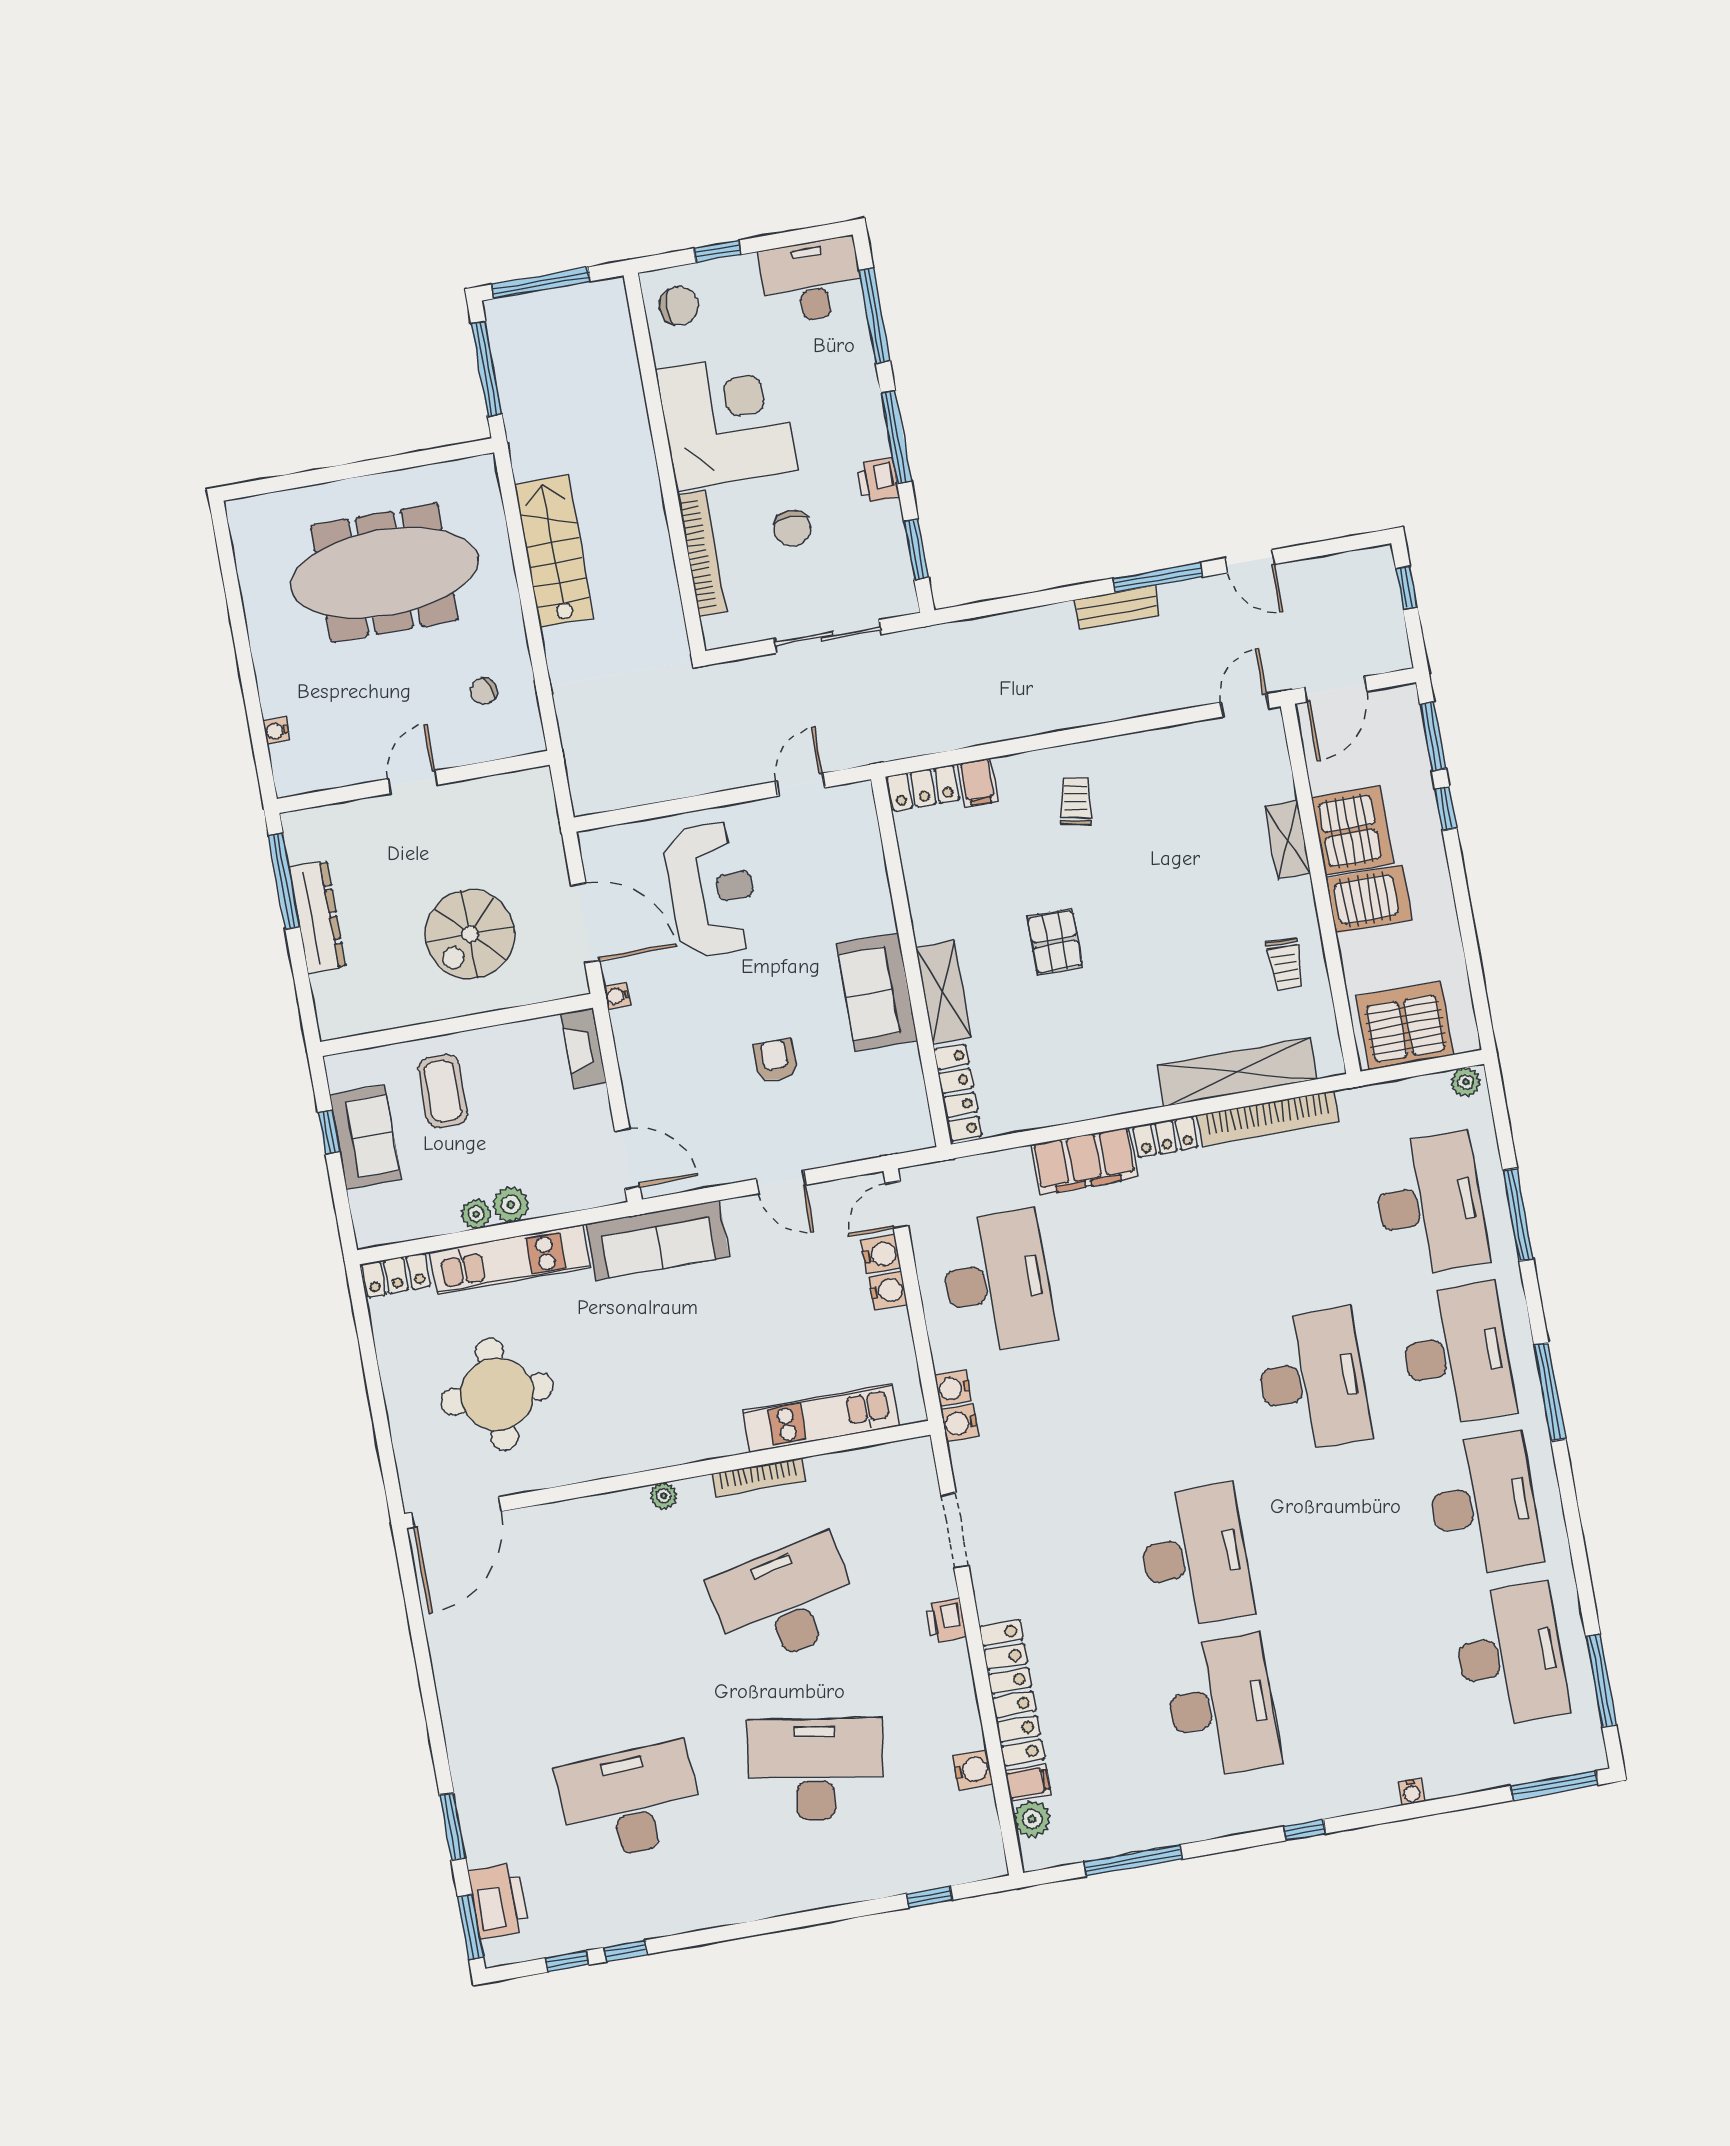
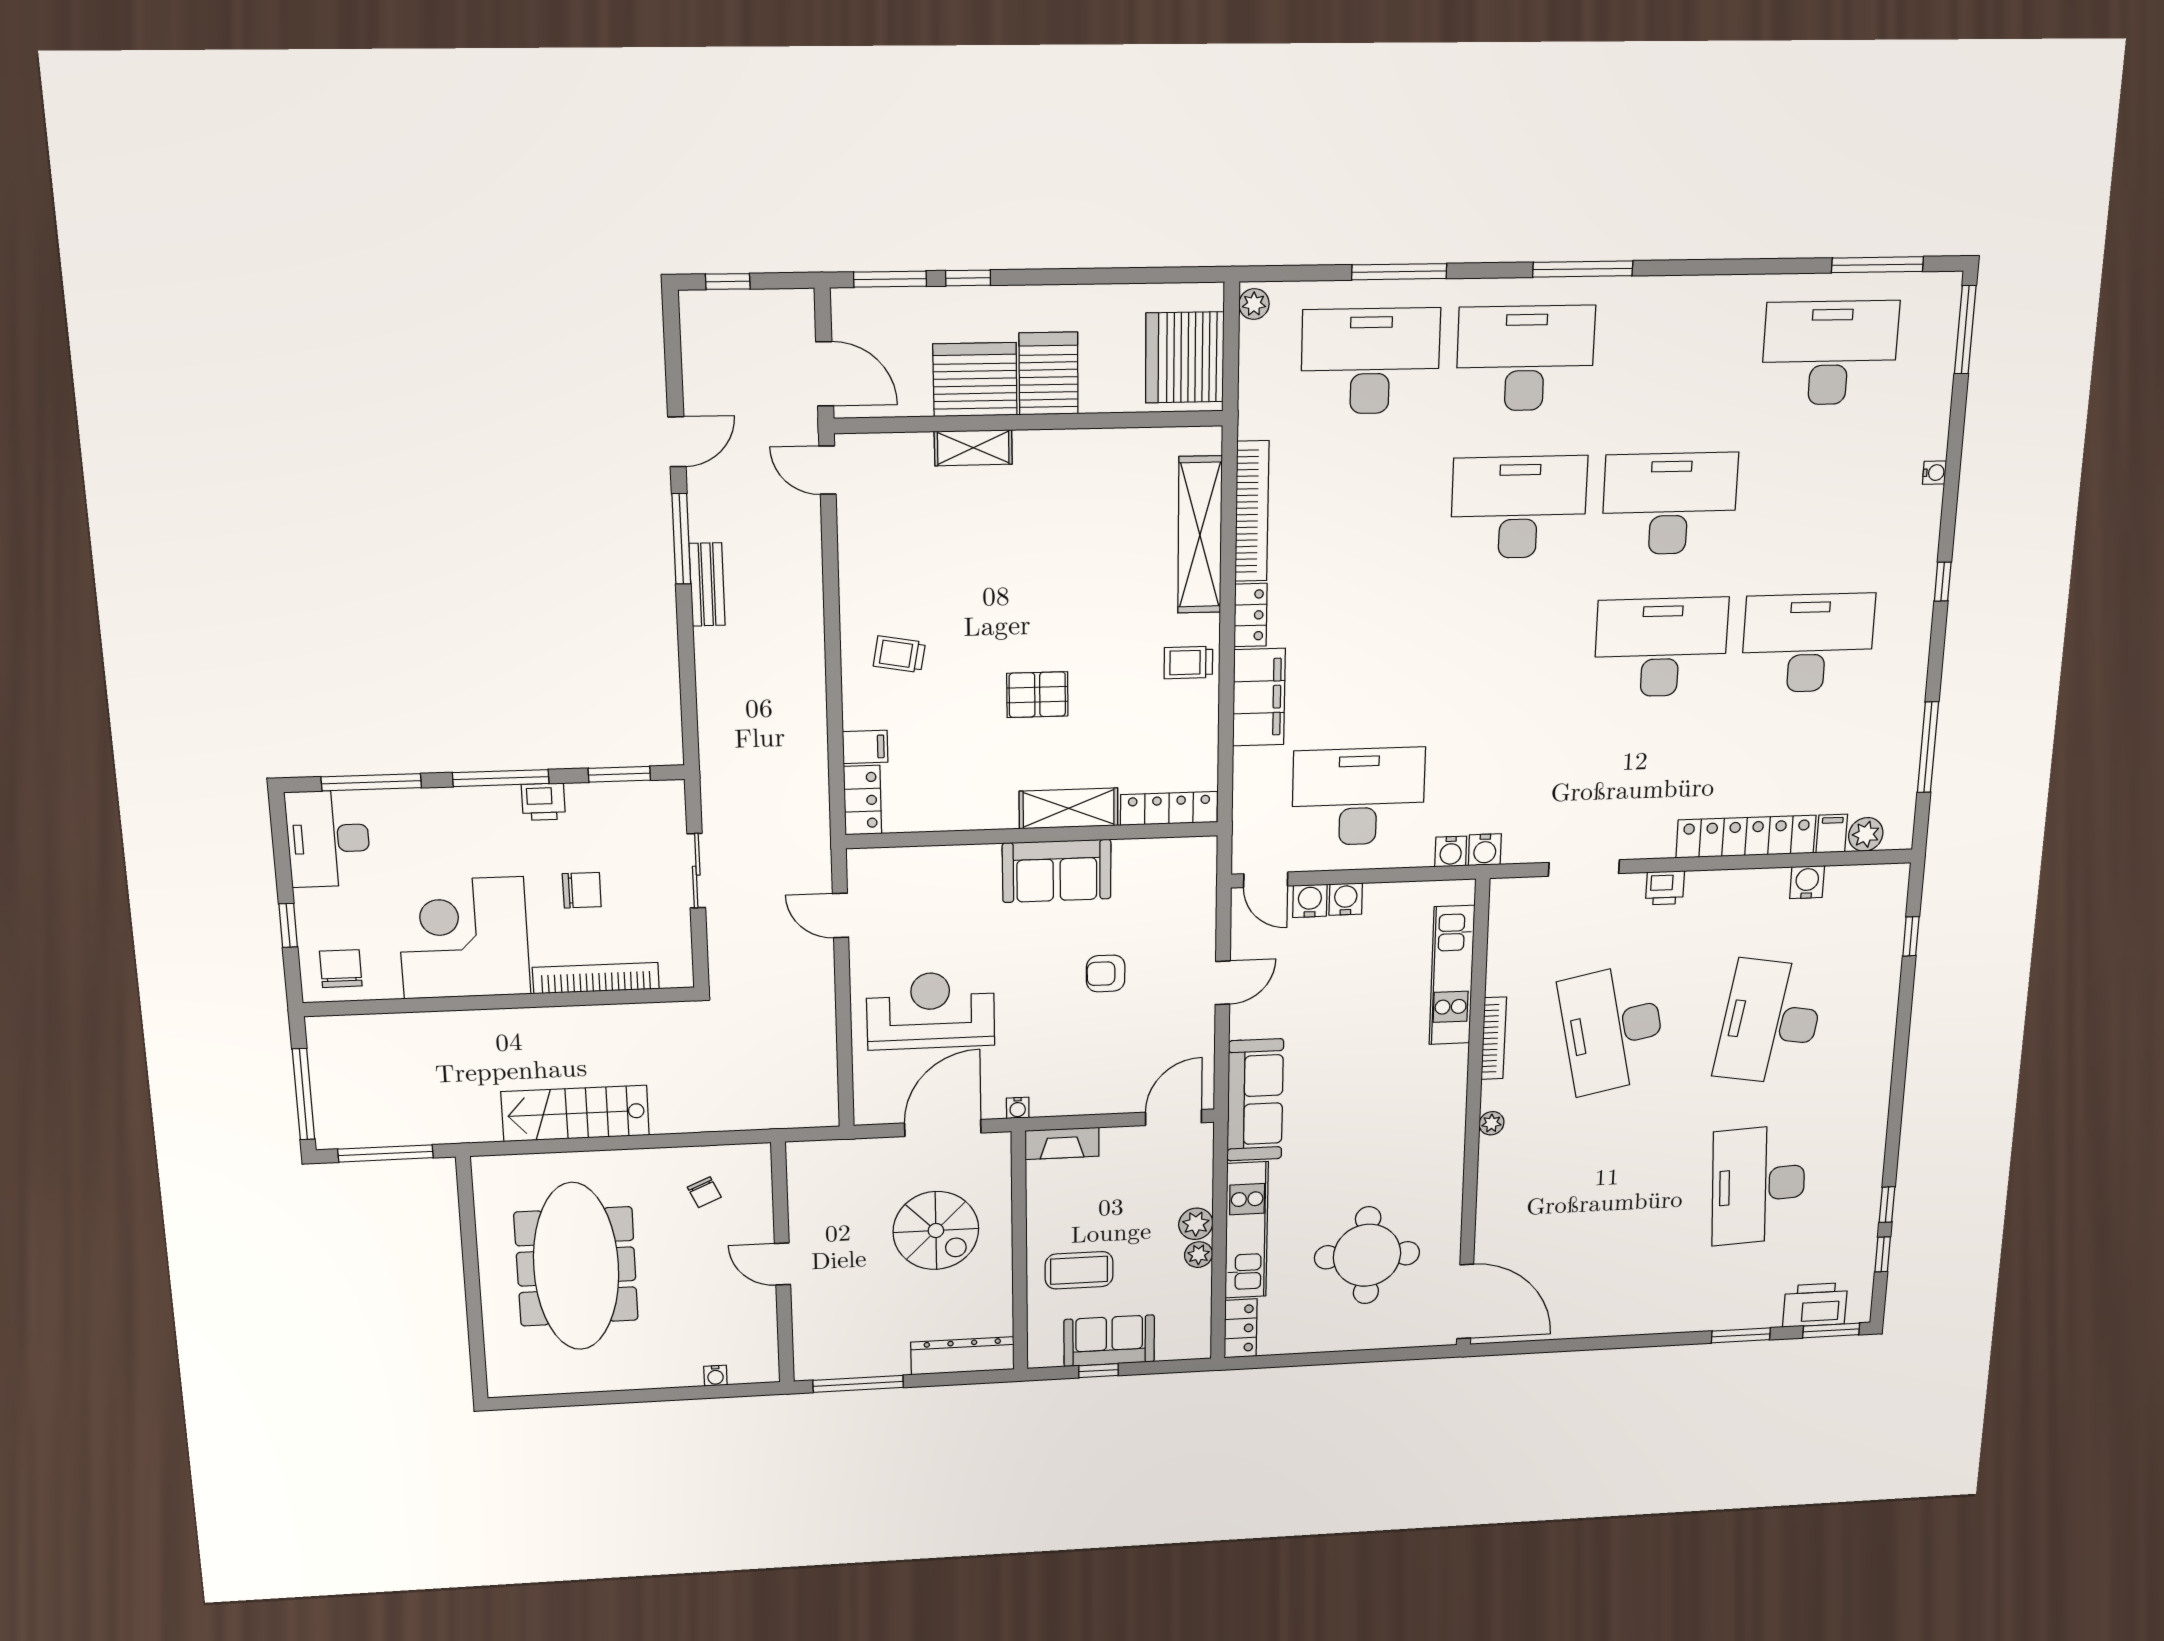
sliding door: (828, 636) -> (696, 871), width x0.73
dresser: (317, 917) -> (963, 1356), moved
trolley: (1285, 964) -> (1188, 662), moved, turned 180
desk: (1483, 1505) -> (1670, 504), moved

